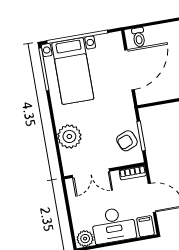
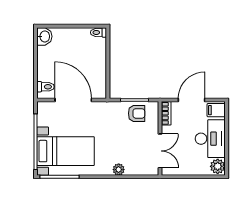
plant: (69, 136) -> (119, 170), width x0.53, depth x0.53
armchair: (127, 141) -> (137, 113), turned -68

